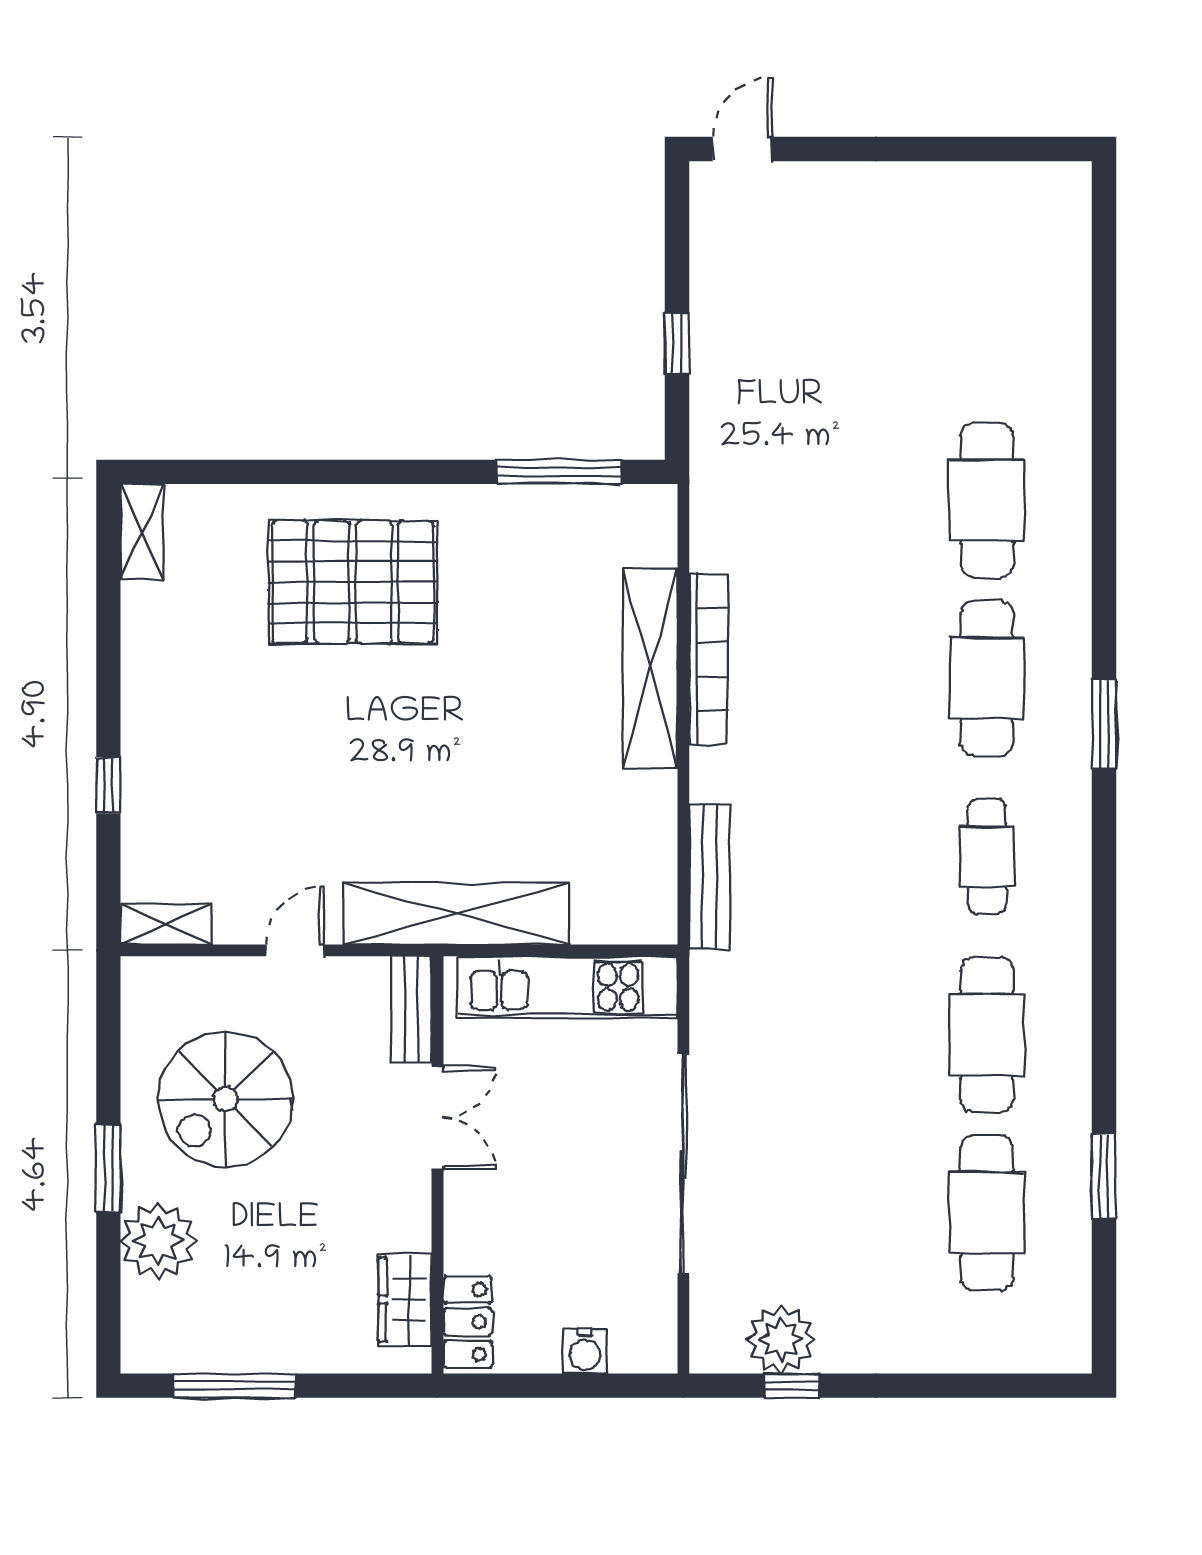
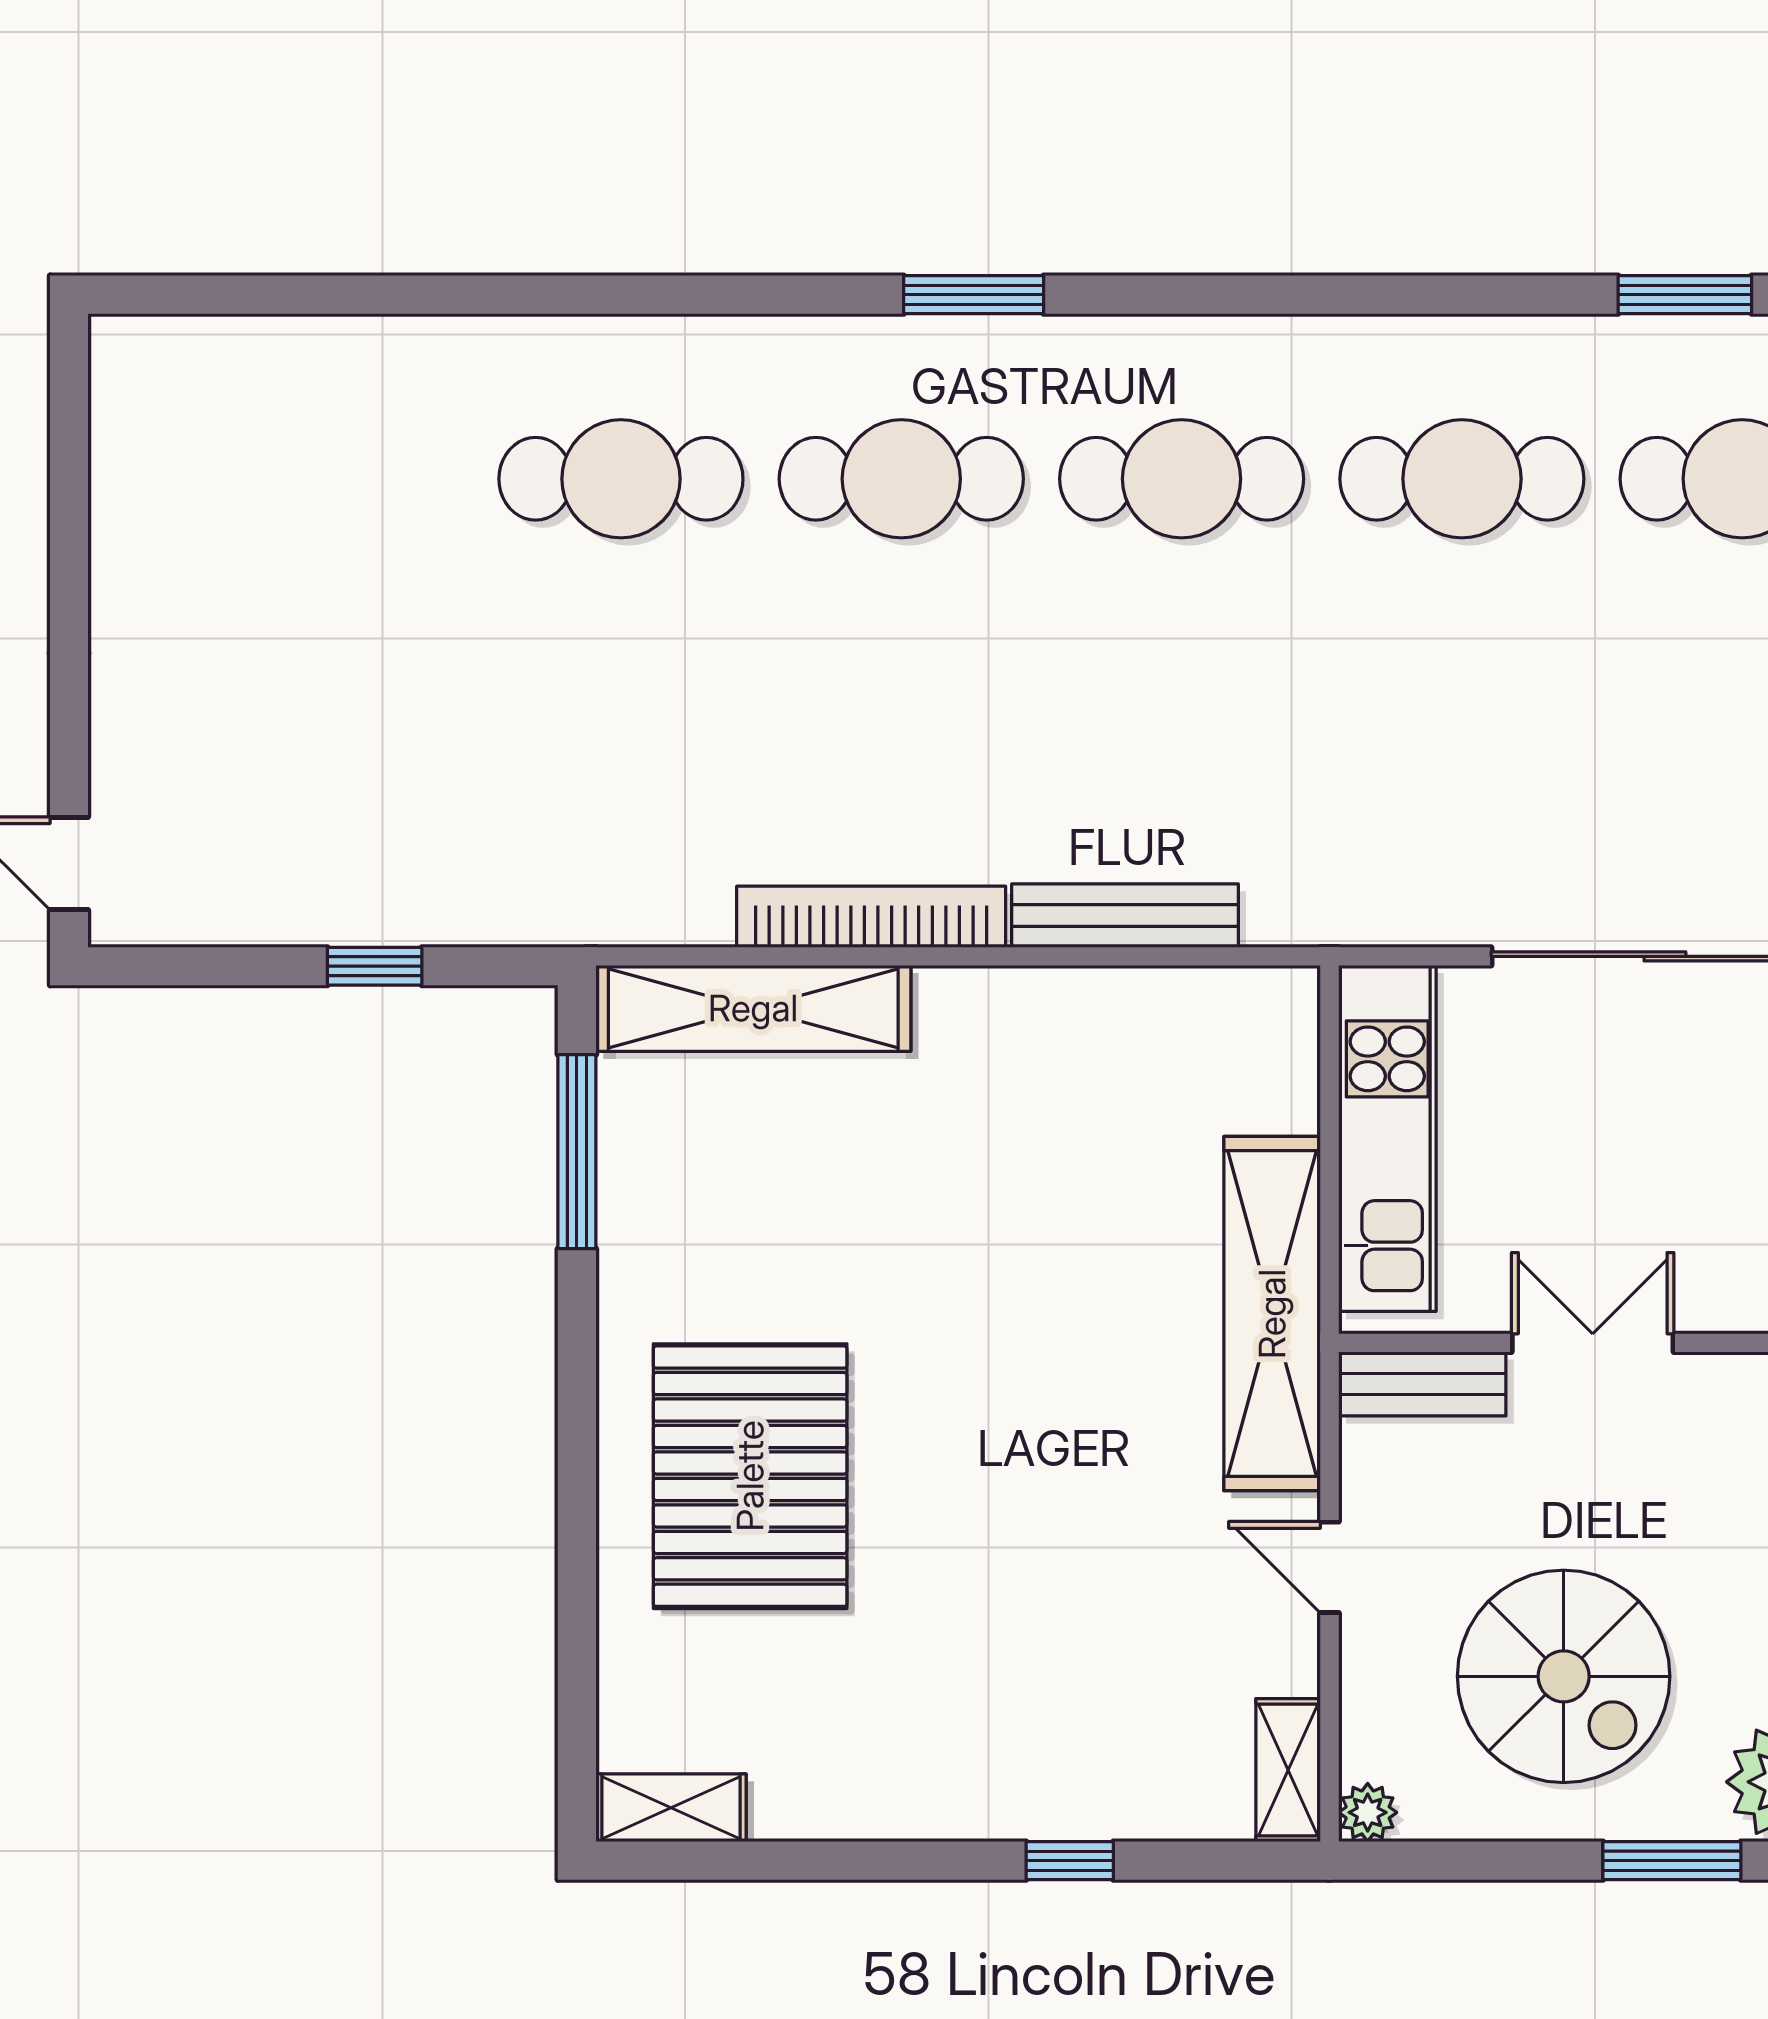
shelving: (650, 668) -> (753, 1008), moved
cafe table: (987, 856) -> (1182, 479), width x1.37, depth x1.35
bench: (709, 877) -> (1125, 916), moved
plant: (139, 975) -> (1368, 1812), added

